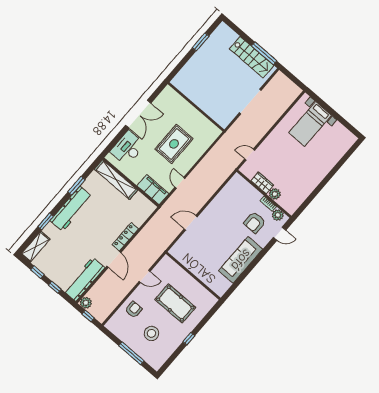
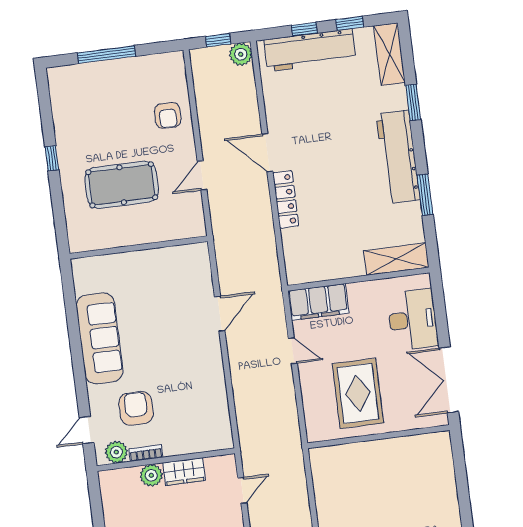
wall: (196, 107) -> (379, 437), moved
shelving: (116, 180) -> (396, 259), width x0.68
workbench: (84, 279) -> (310, 50), moved, turned 90
stool: (151, 333) -> (109, 110), removed

